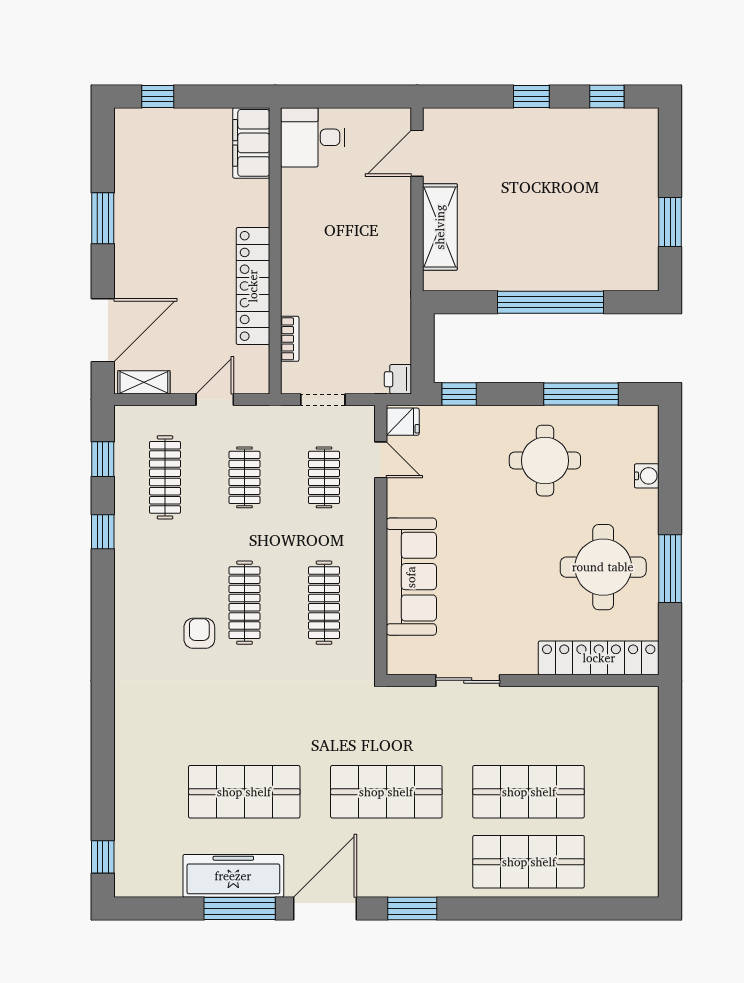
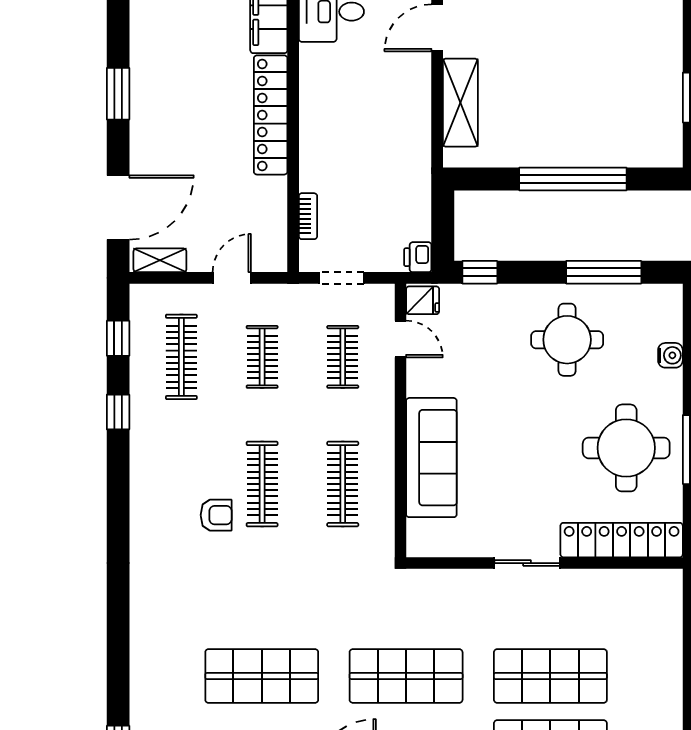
locker: (253, 286) -> (271, 115), moved
armchair: (199, 633) -> (216, 515), turned 90
sliding door: (468, 680) -> (527, 563), moved

